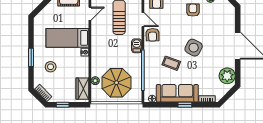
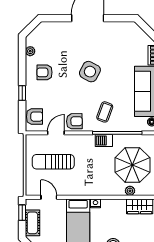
barbecue: (137, 46) -> (104, 141), moved
coffee table: (171, 63) -> (105, 112), moved
plant: (227, 76) -> (124, 31), removed

